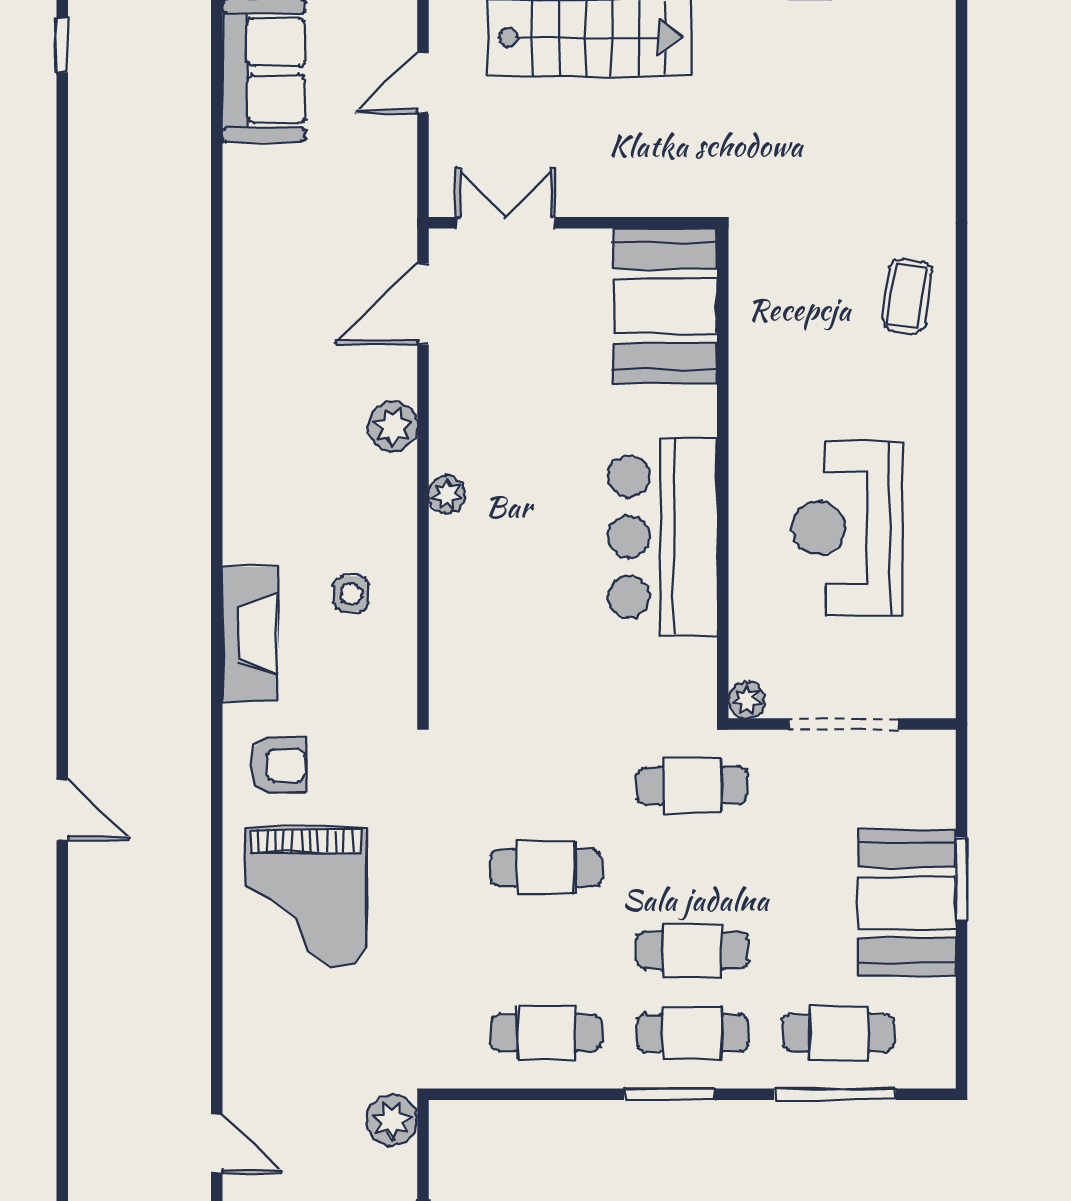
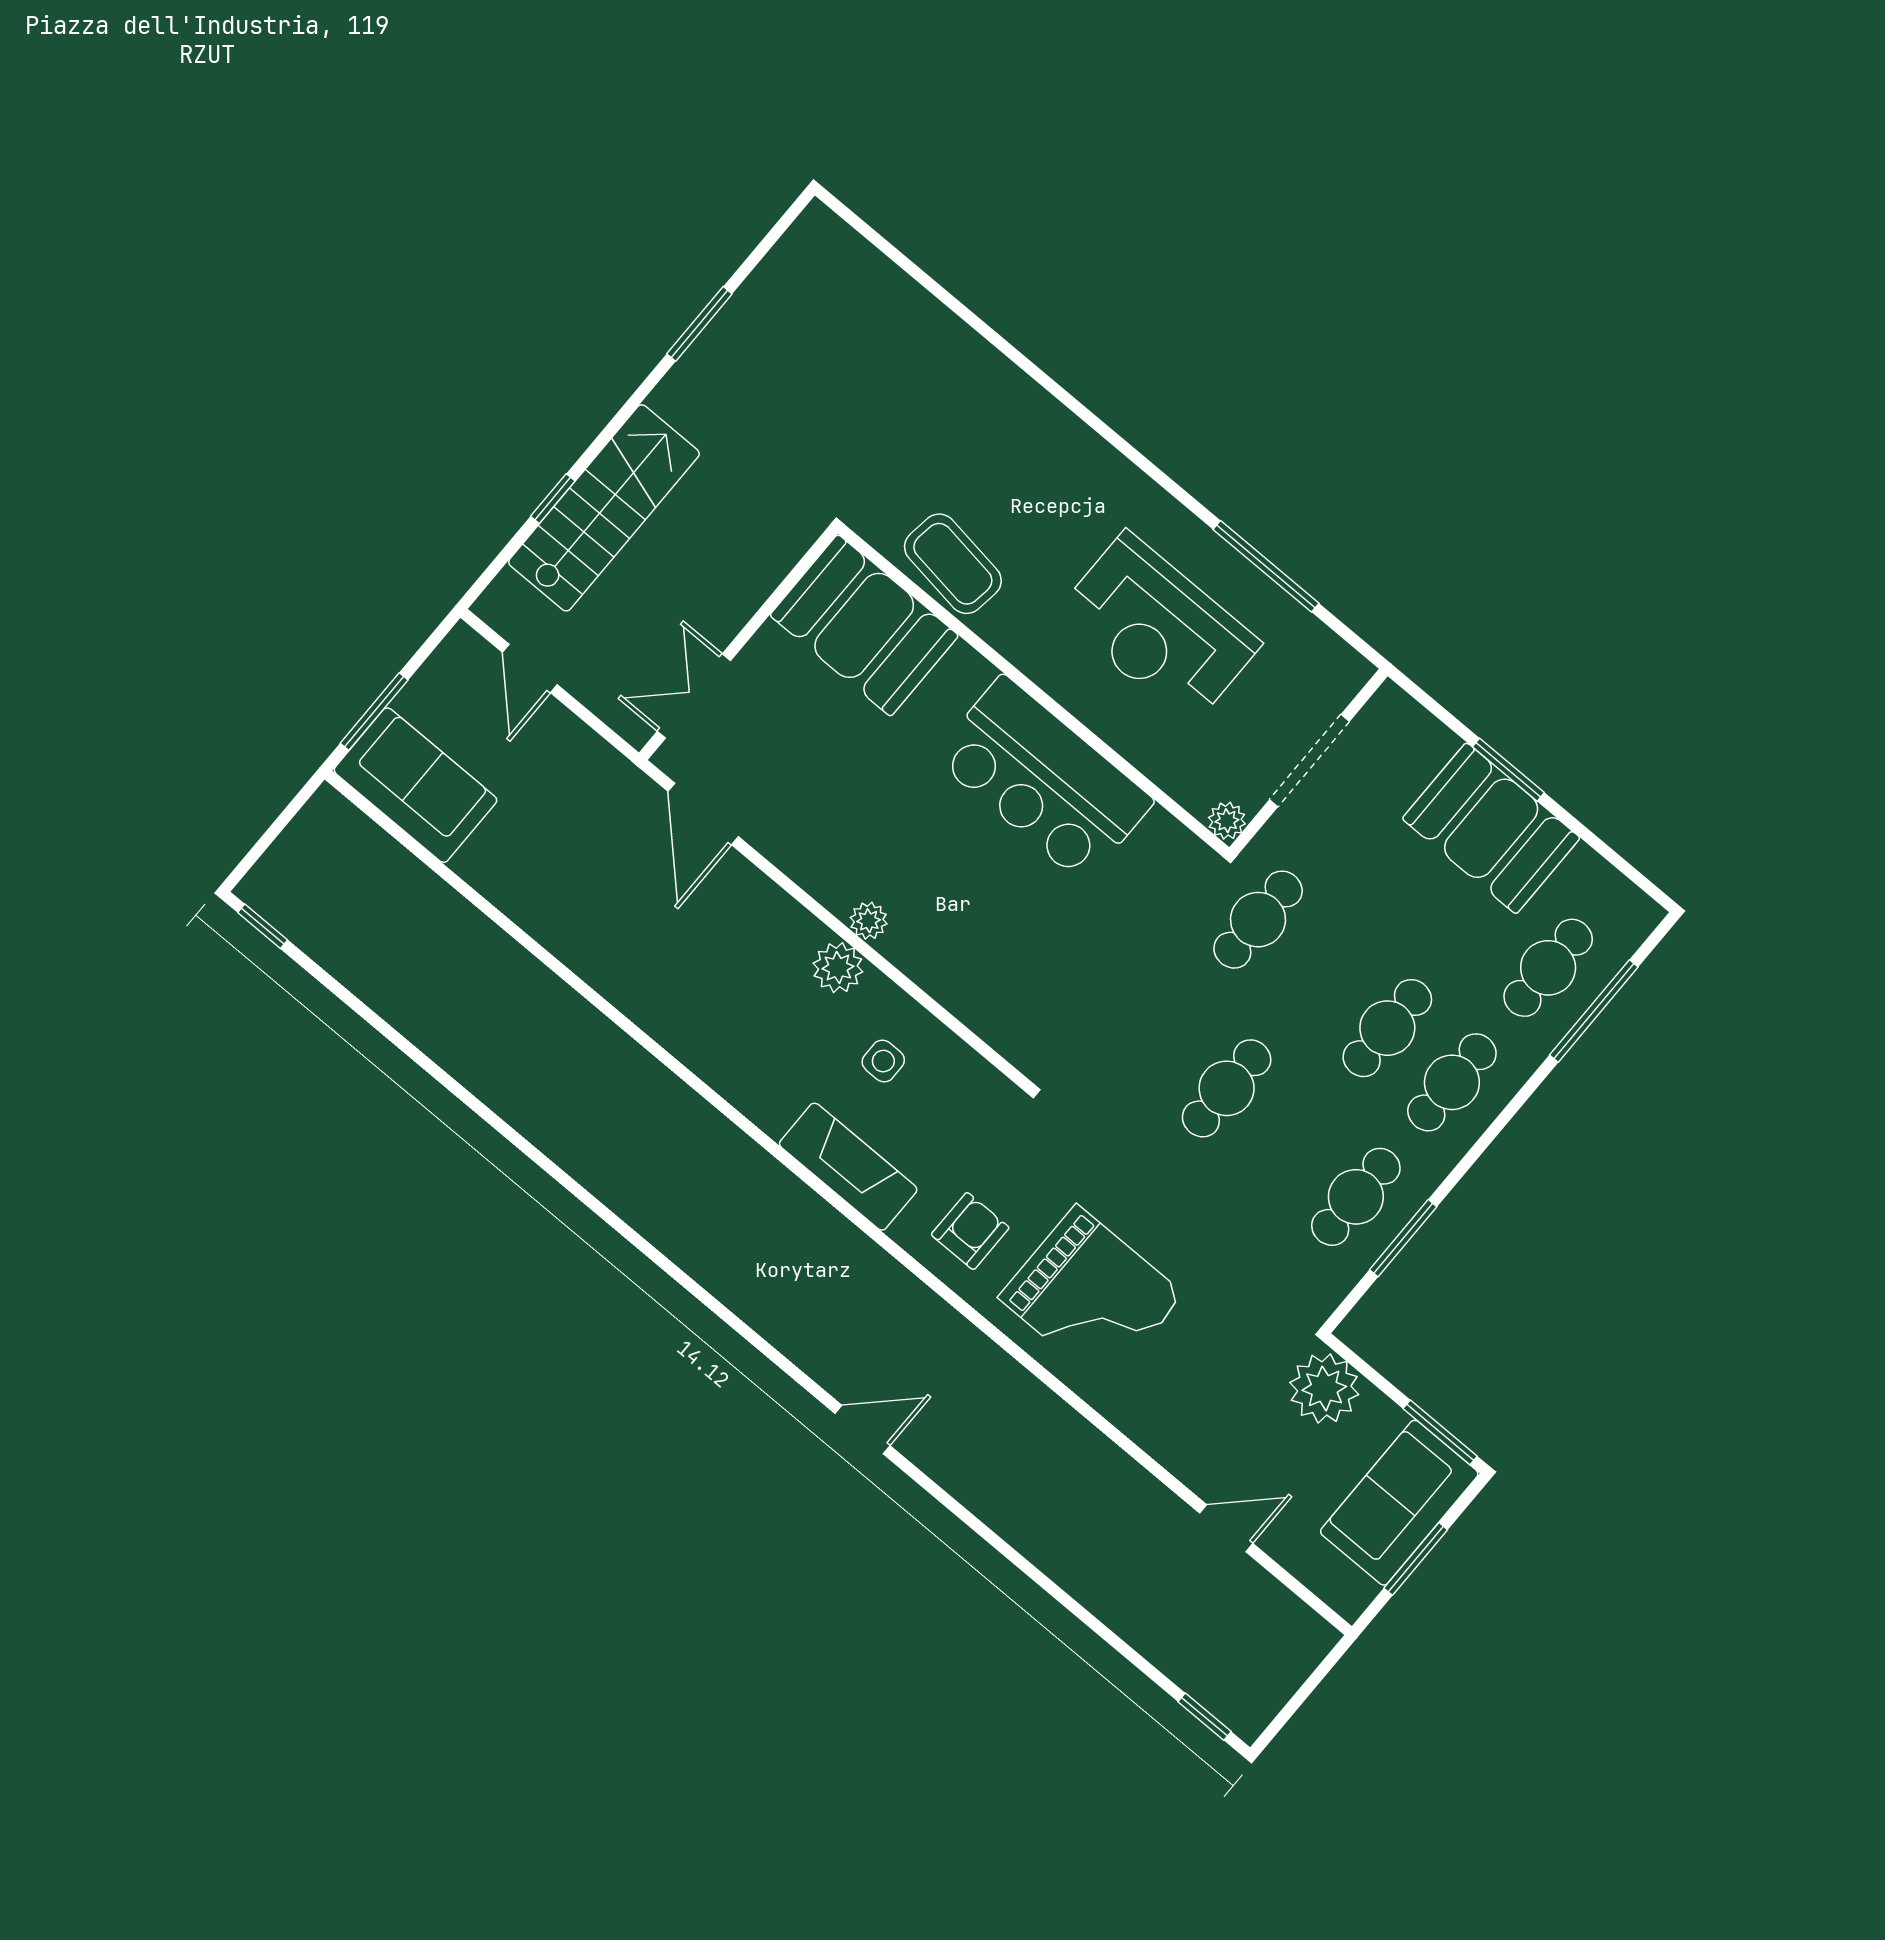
coffee table: (907, 296) -> (953, 564), moved, width x1.36, depth x1.30
plant: (393, 427) -> (838, 968), moved
window: (962, 570) -> (1266, 566), added
window: (669, 1094) -> (1403, 1238), moved
plant: (392, 1120) -> (1324, 1388), width x1.36, depth x1.36

